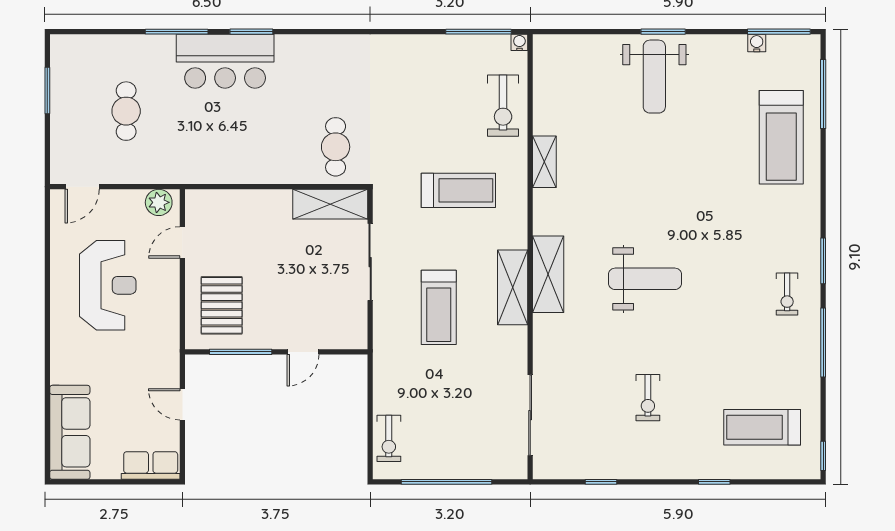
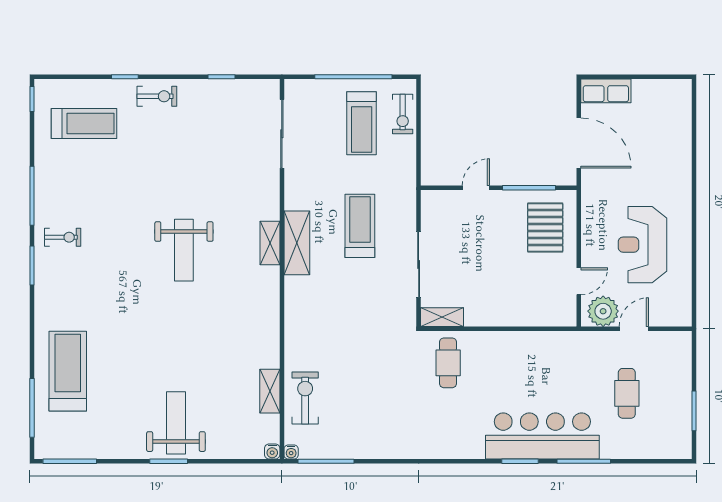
water cooler: (757, 43) -> (272, 451), moved
bar counter: (225, 61) -> (542, 436), width x1.36
shelving: (544, 162) -> (270, 391), moved
door: (82, 187) -> (634, 329), moved
treadmill: (458, 190) -> (362, 123), moved, turned -90
plant: (159, 202) -> (603, 311), width x1.36, depth x1.36
shelving: (330, 204) -> (442, 317), width x0.67, depth x0.75
shelving: (548, 274) -> (270, 243), width x0.67, depth x0.75
weight bench: (645, 279) -> (184, 250), turned -90
exercise bike: (787, 294) -> (63, 237), turned 90
exercise bike: (648, 398) -> (157, 96), moved, turned 90
door: (182, 404) -> (579, 143), width x1.88
sofa: (70, 432) -> (675, 119), removed
exercise bike: (389, 438) -> (403, 114), turned 180

